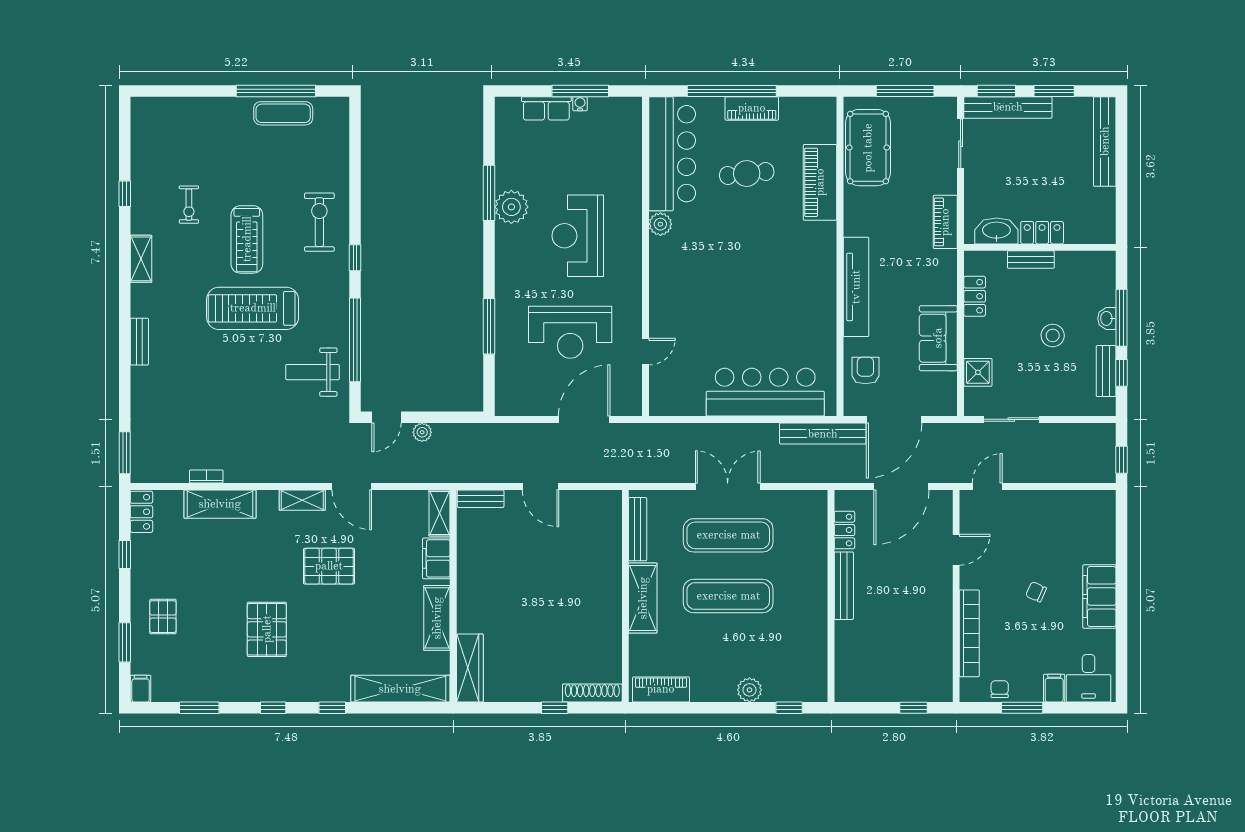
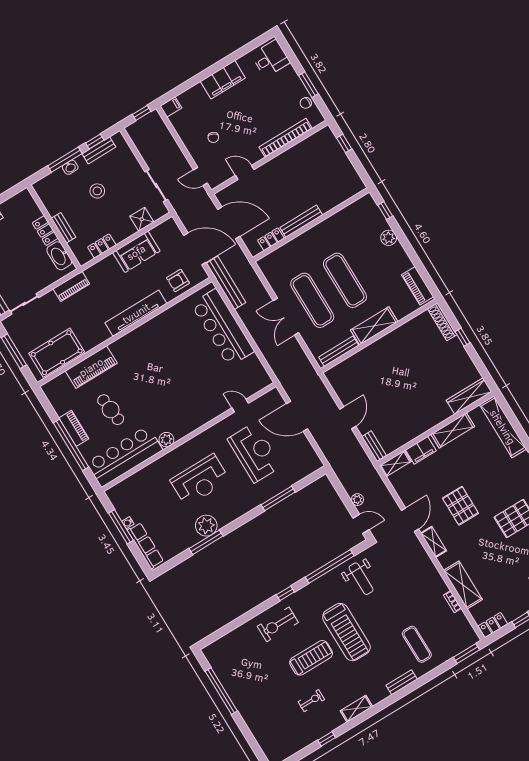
row of seats: (546, 108) -> (145, 546), width x1.48
exercise mat: (283, 113) -> (417, 644), moved
chair: (1036, 592) -> (213, 137), moved
filing cabinet: (1054, 688) -> (171, 107), moved, turned 180

